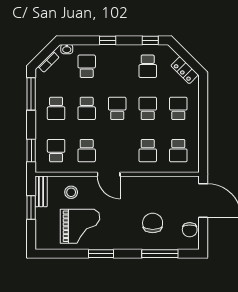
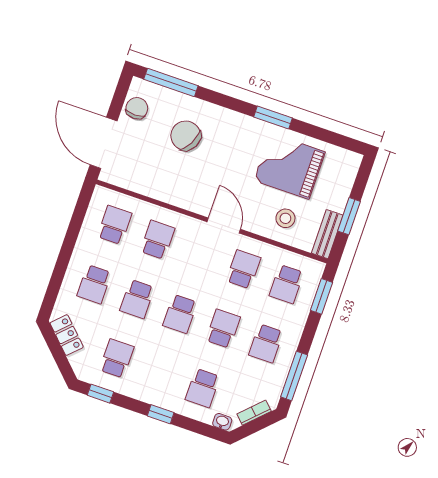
school desk: (56, 108) -> (266, 343), turned 180
chair: (153, 223) -> (186, 136), turned 118
window: (160, 254) -> (171, 82), moved

